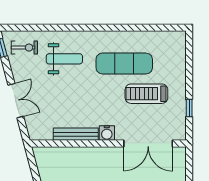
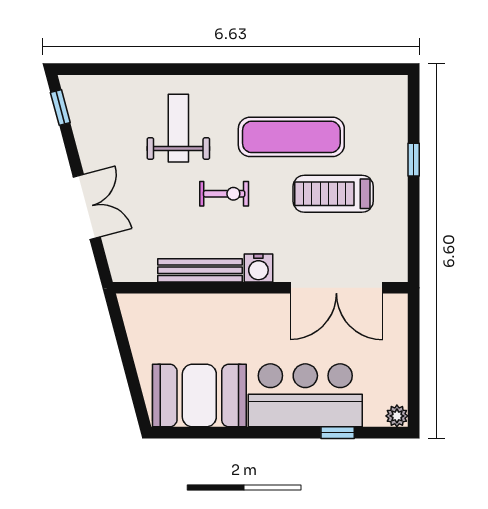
exercise bike: (24, 48) -> (224, 194), moved
weight bench: (64, 59) -> (178, 128), turned -90
window: (189, 108) -> (414, 160), moved

